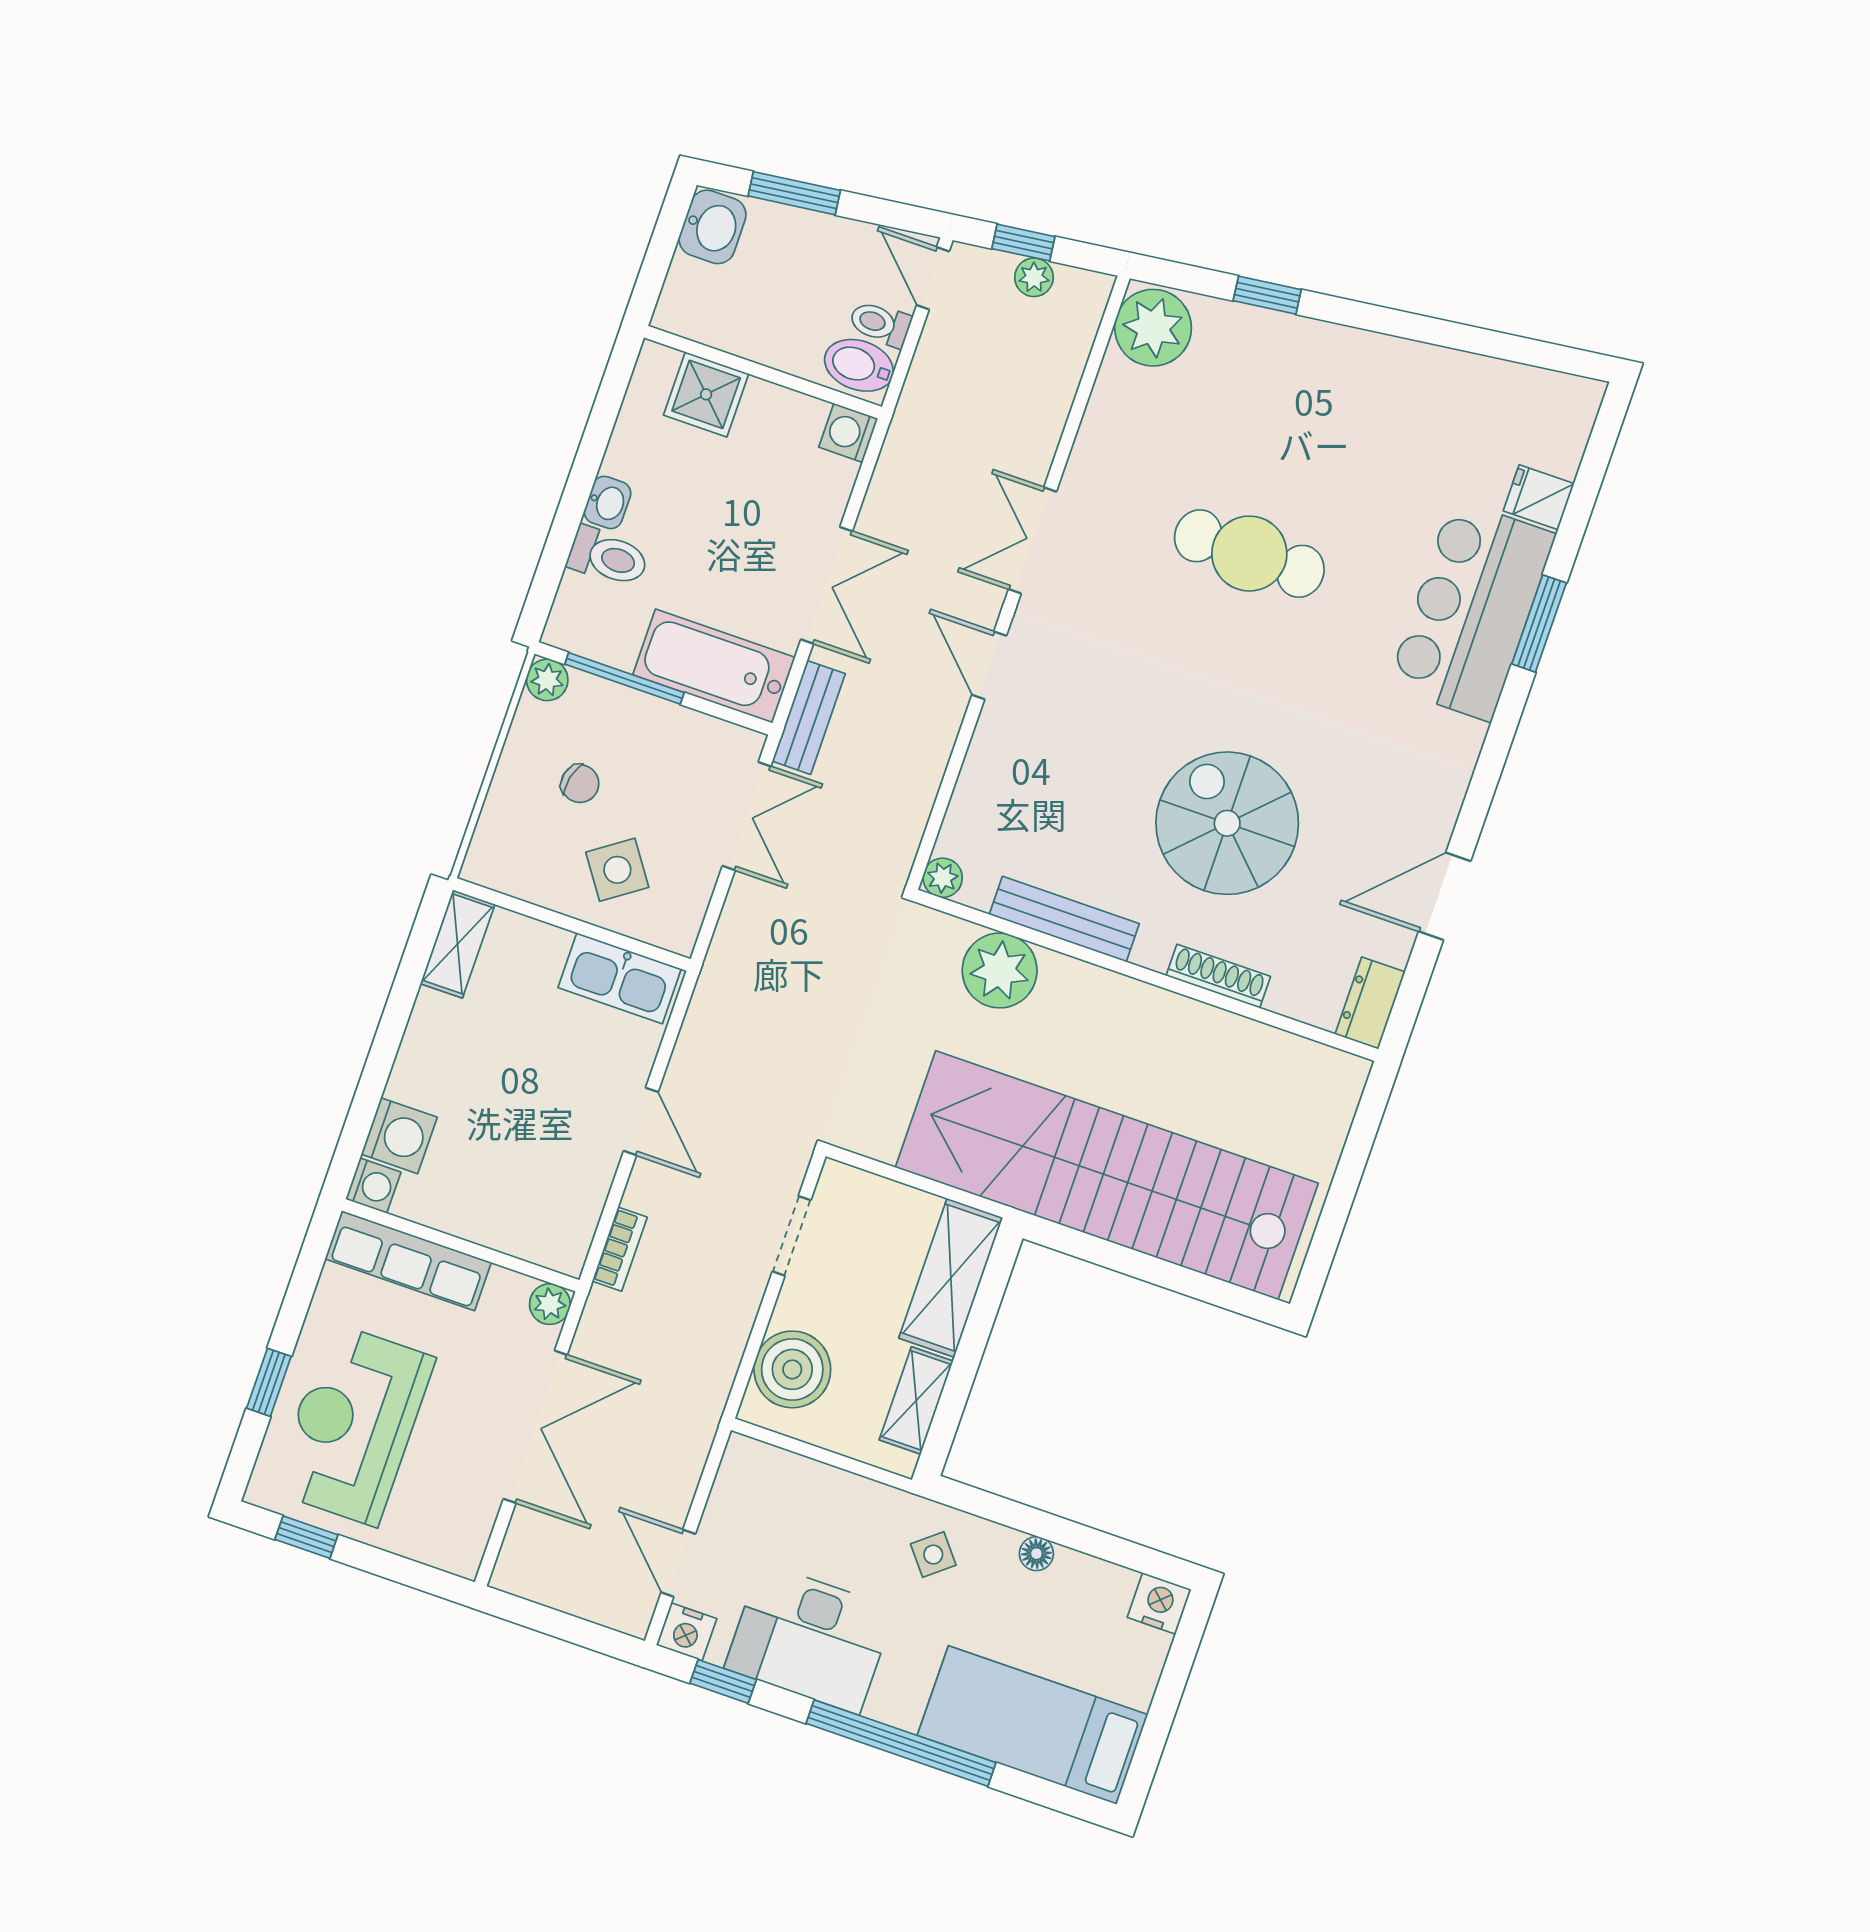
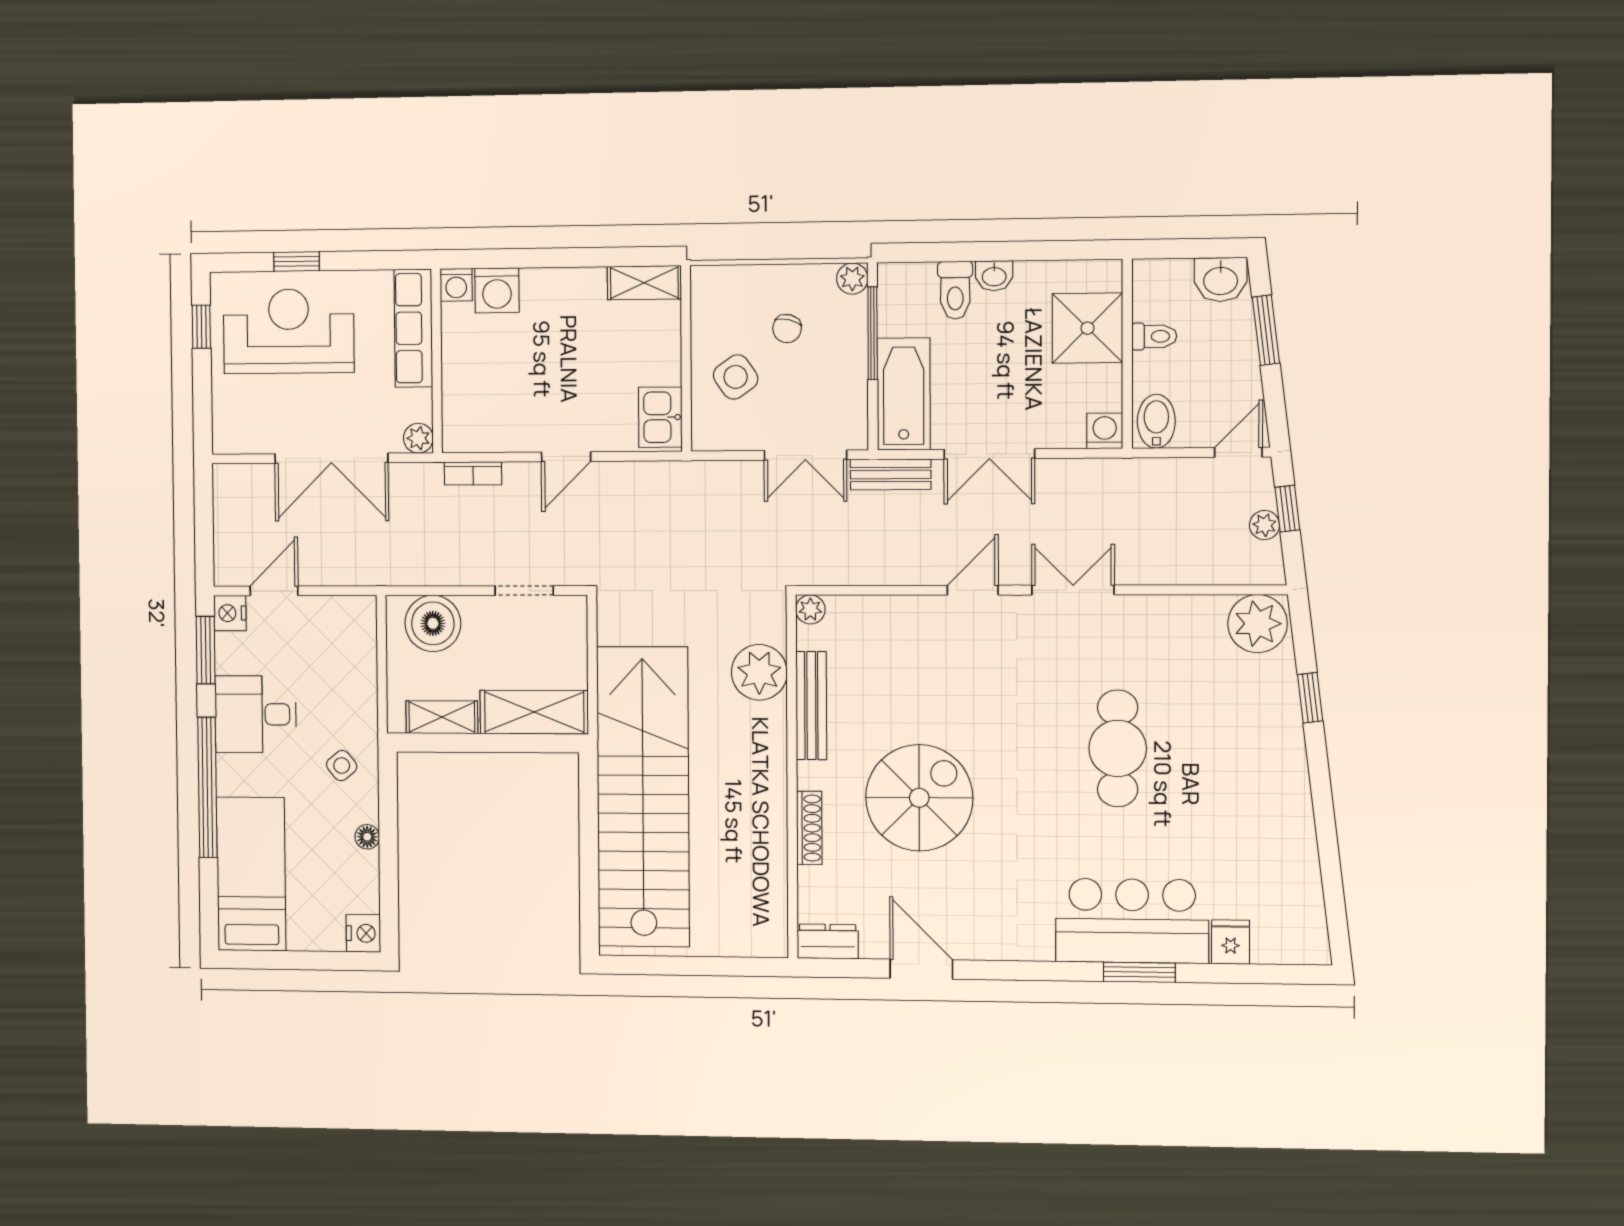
toilet: (880, 324) -> (1154, 336), moved, turned 90
shower: (706, 394) -> (1088, 328), width x1.36, depth x1.36
kitchen sink: (620, 978) -> (660, 417), width x0.73
desk: (810, 1638) -> (256, 714), width x0.73
window: (723, 1681) -> (206, 650), width x1.50

